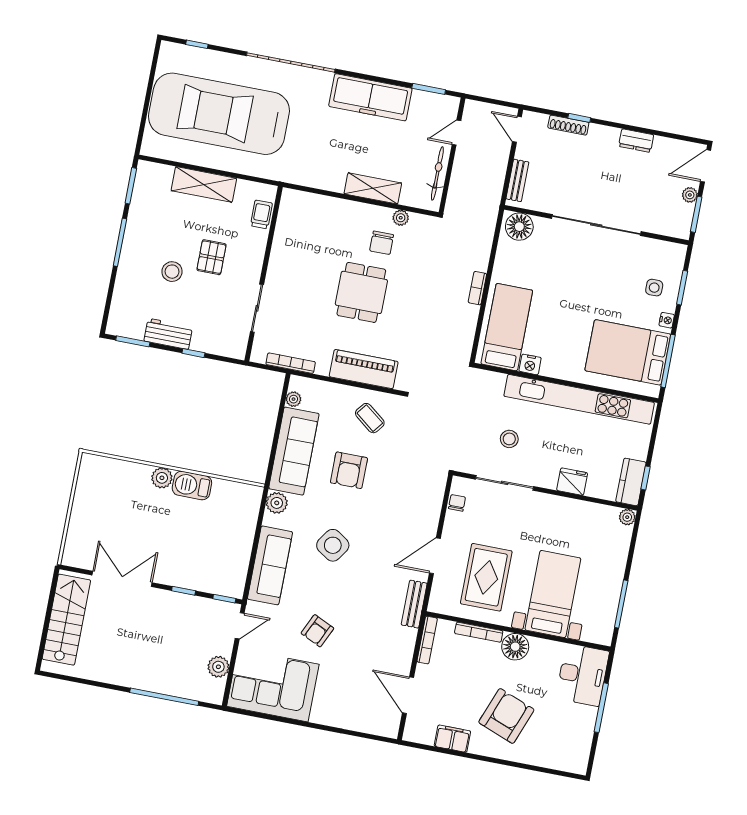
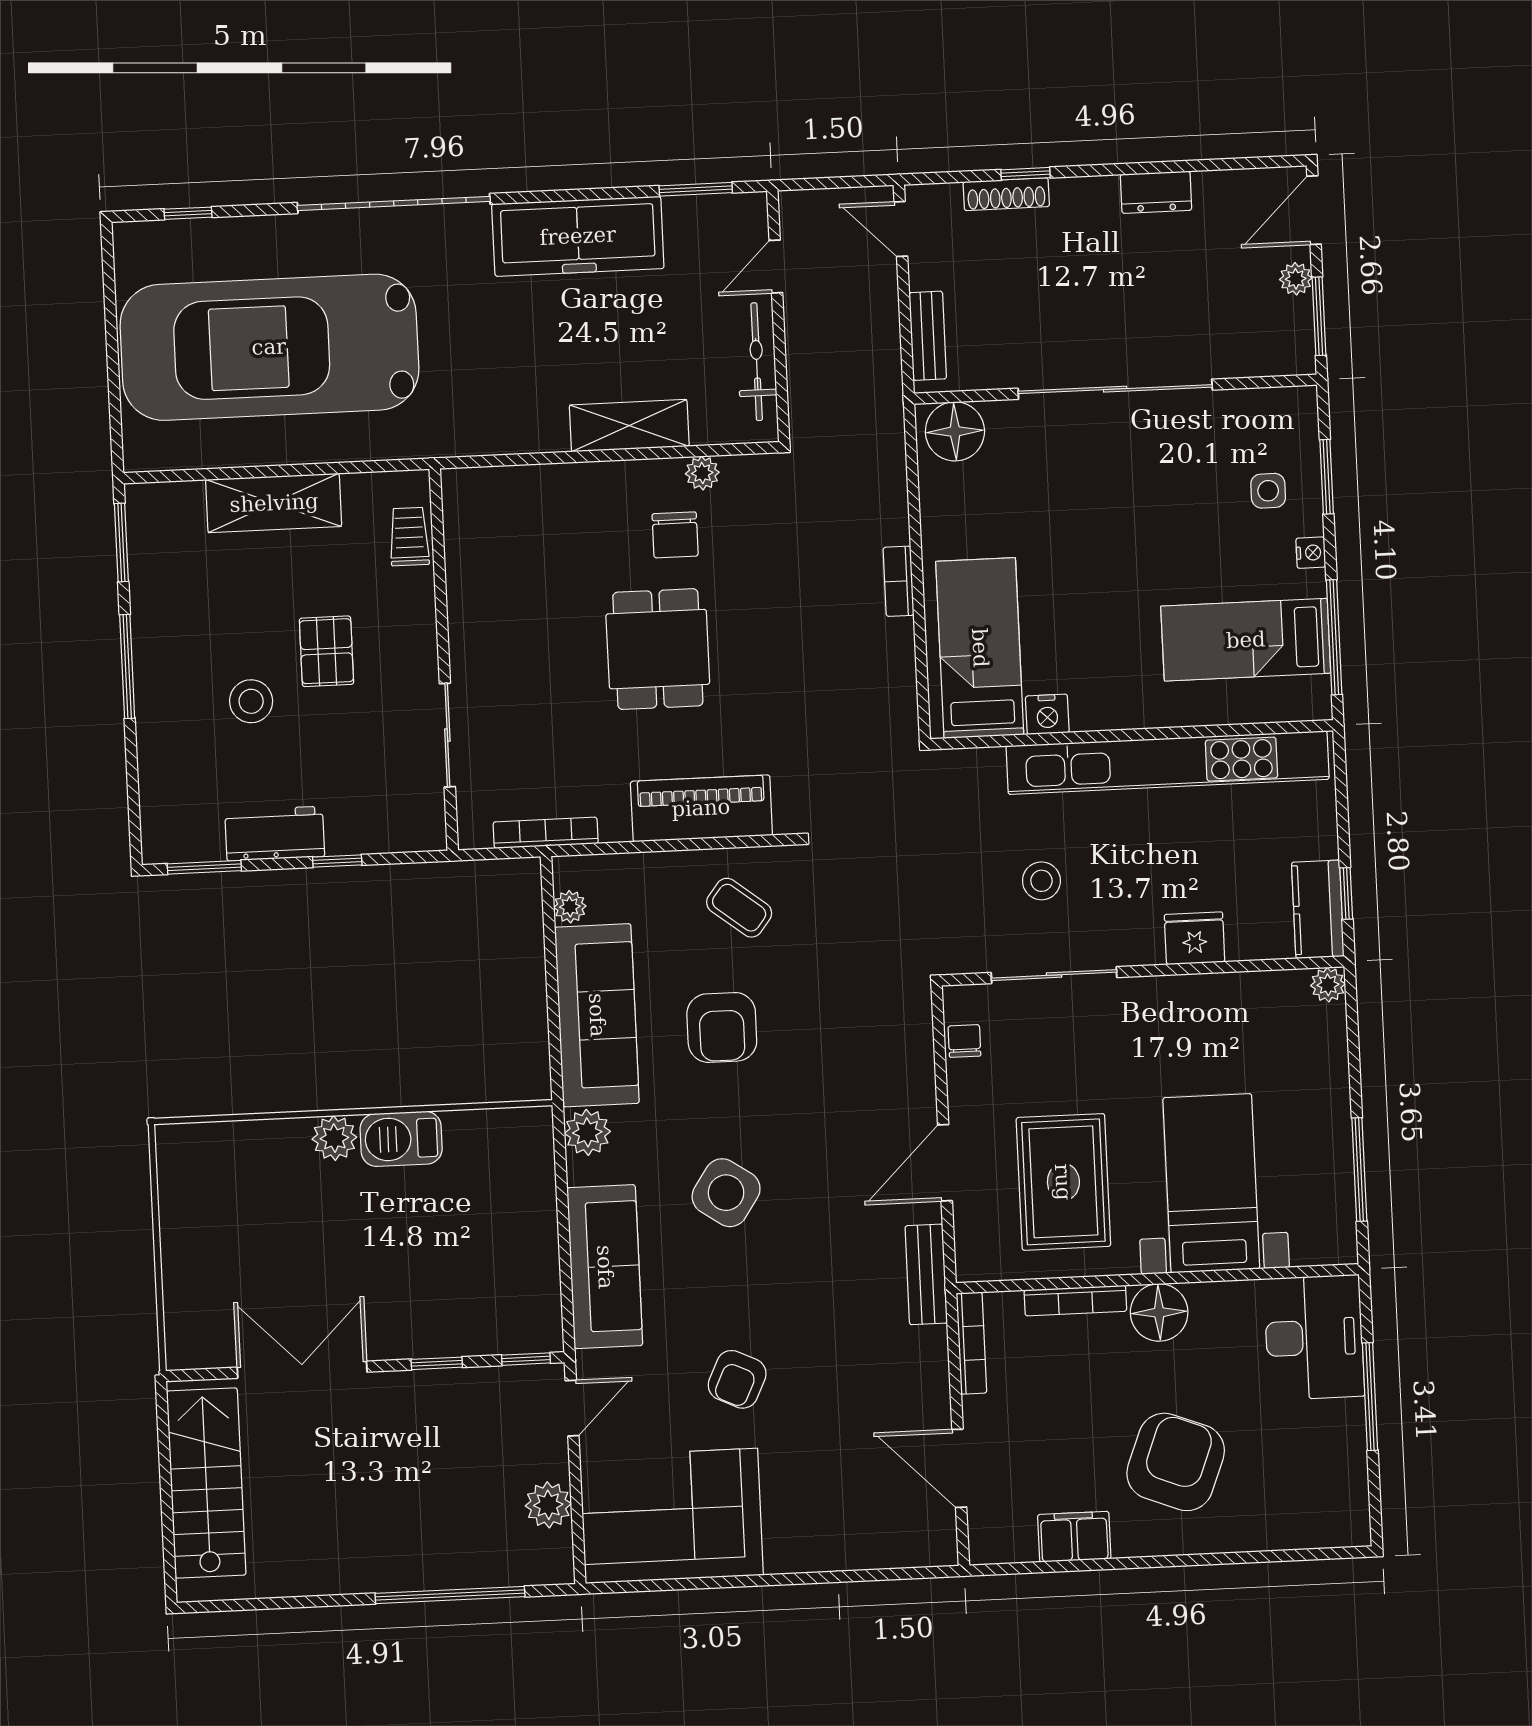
bed: (628, 352) -> (1246, 640), width x0.67

